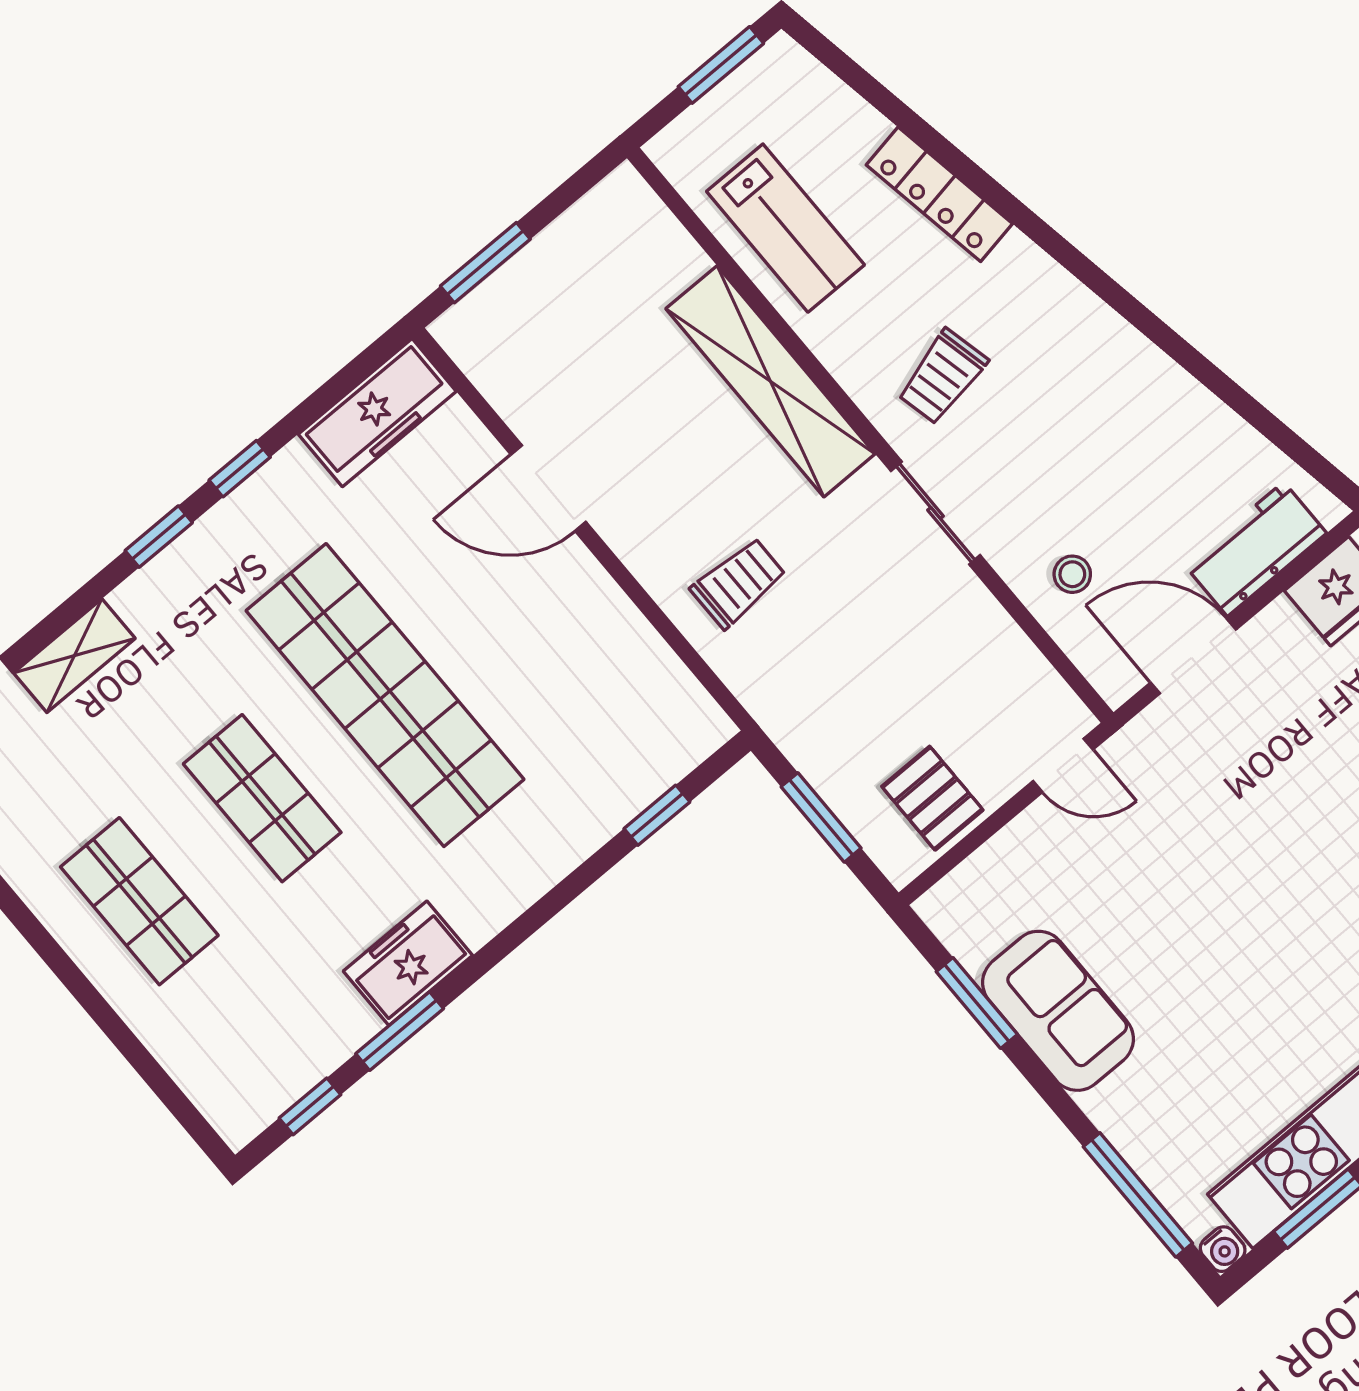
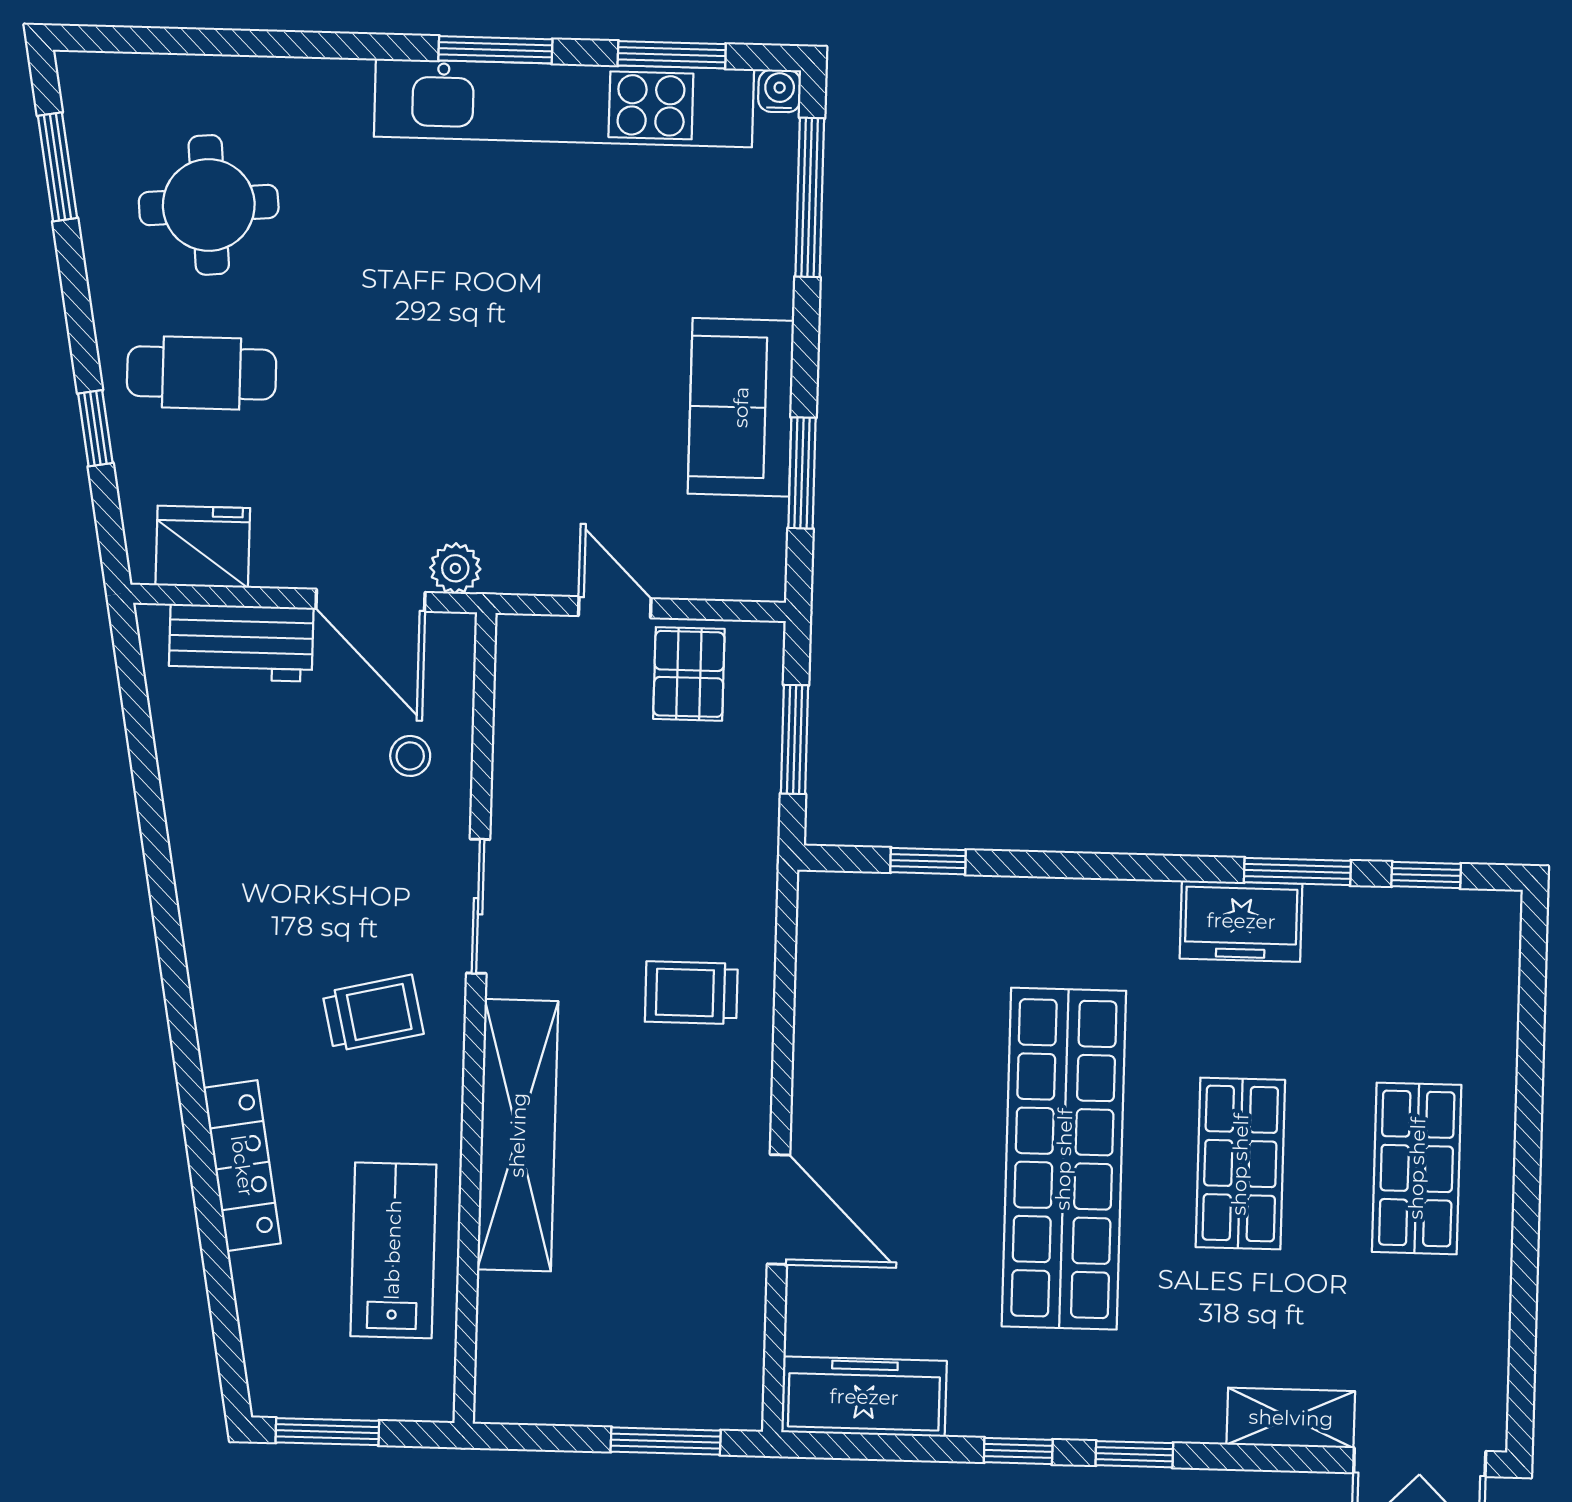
plant: (1155, 729) -> (455, 568), added
door: (1063, 765) -> (615, 607), moved

